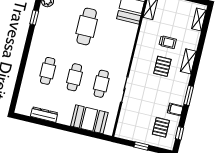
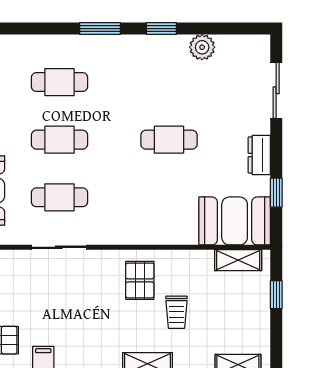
cafe table: (87, 26) -> (169, 140), width x0.73, depth x0.74
window: (27, 46) -> (100, 29), added
pallet: (162, 66) -> (140, 280), moved, turned 90

